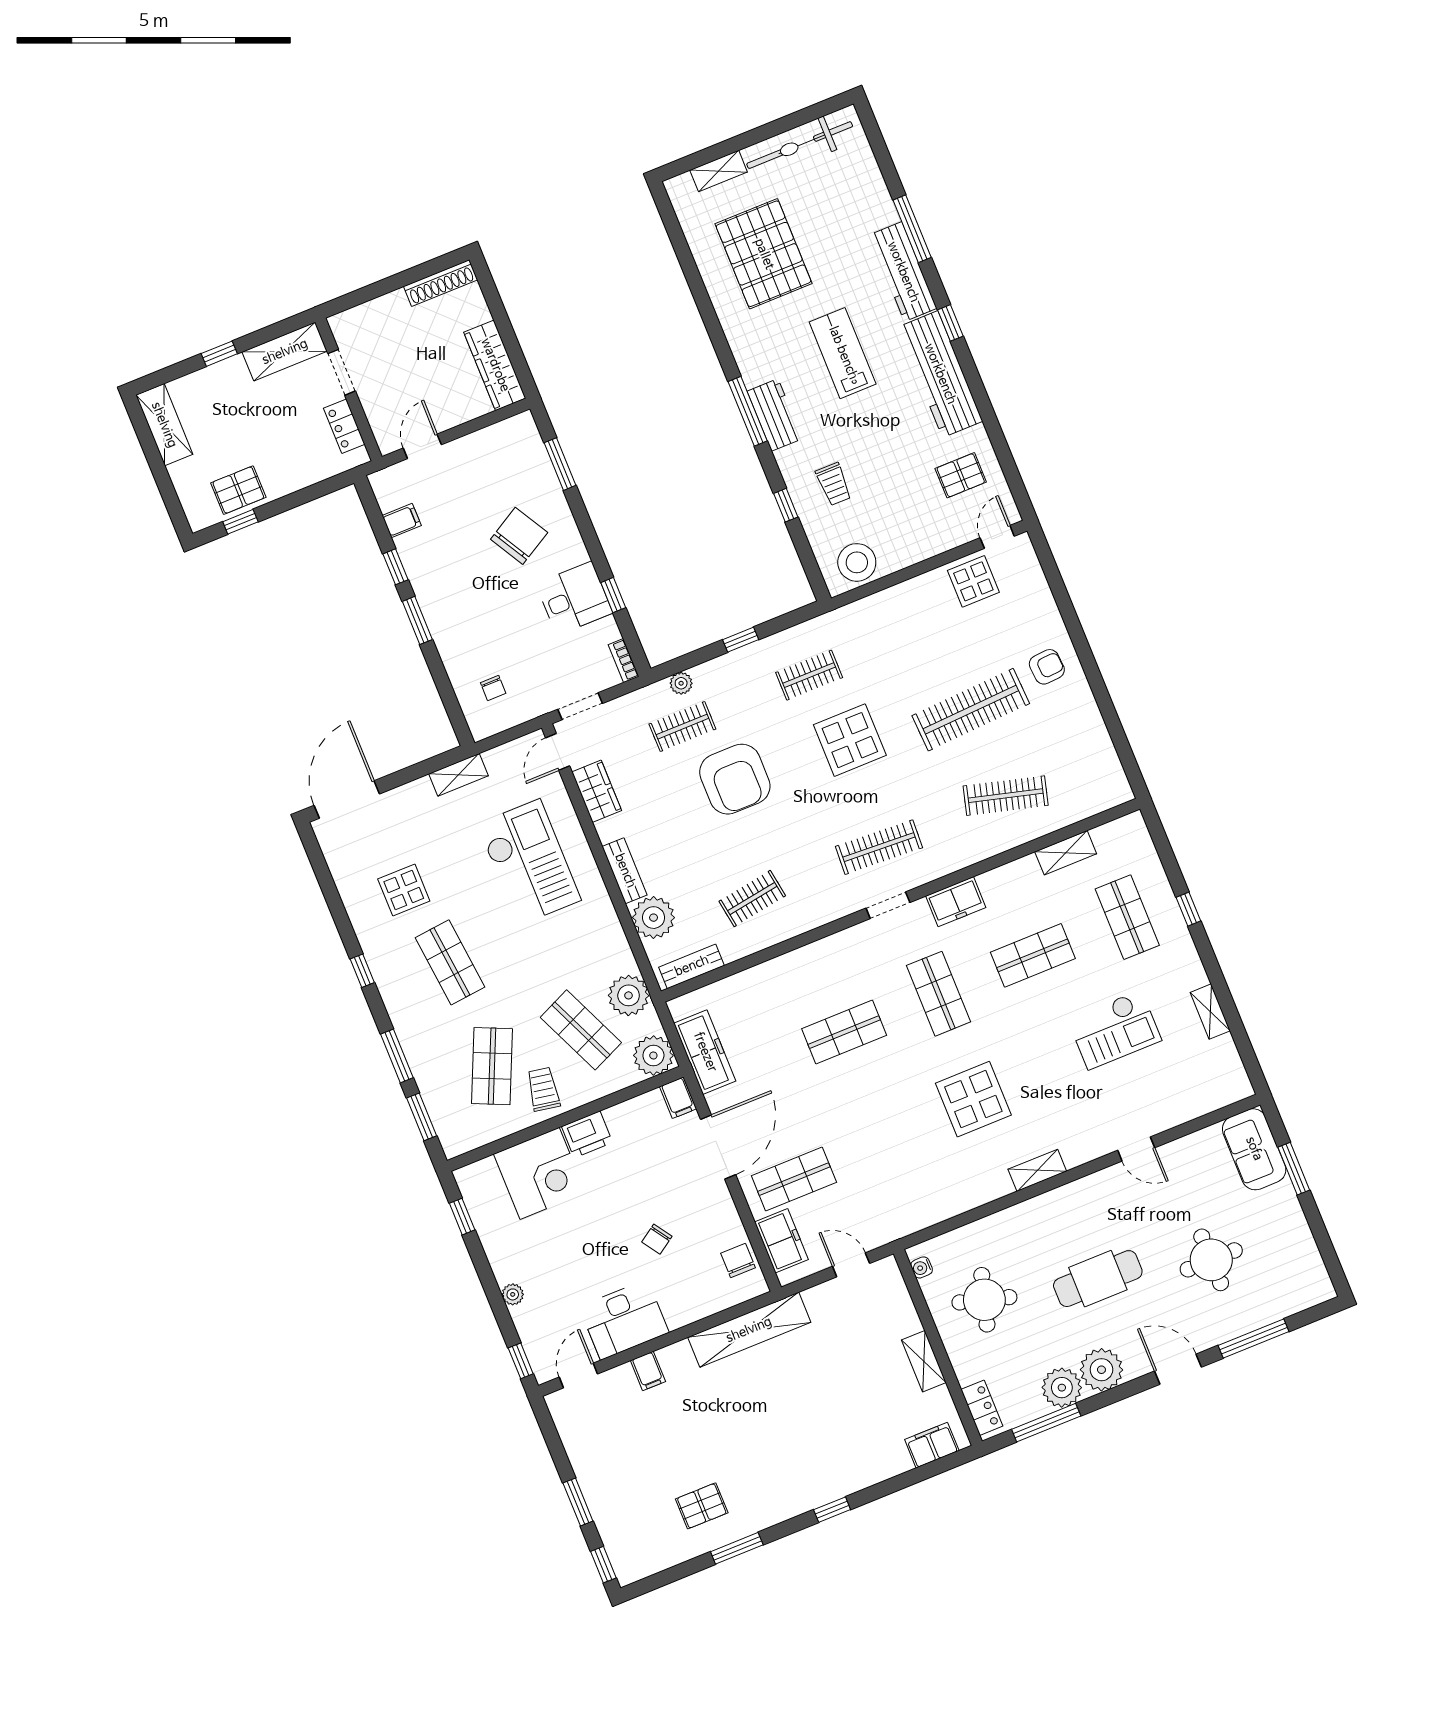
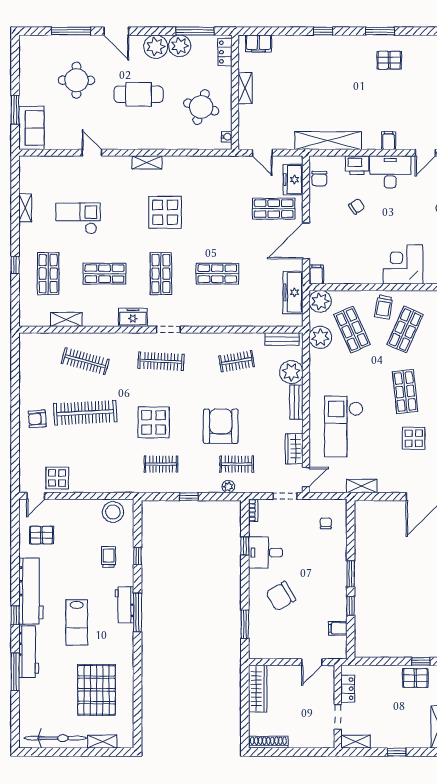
shelving: (285, 352) -> (355, 742), width x0.67, depth x0.75
printer: (587, 1134) -> (357, 165), moved, turned 180

